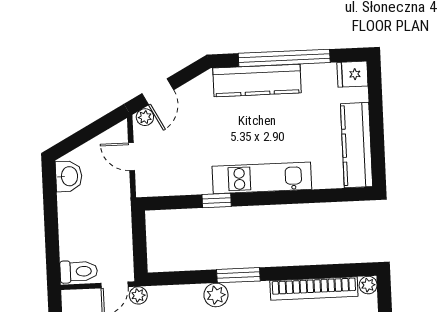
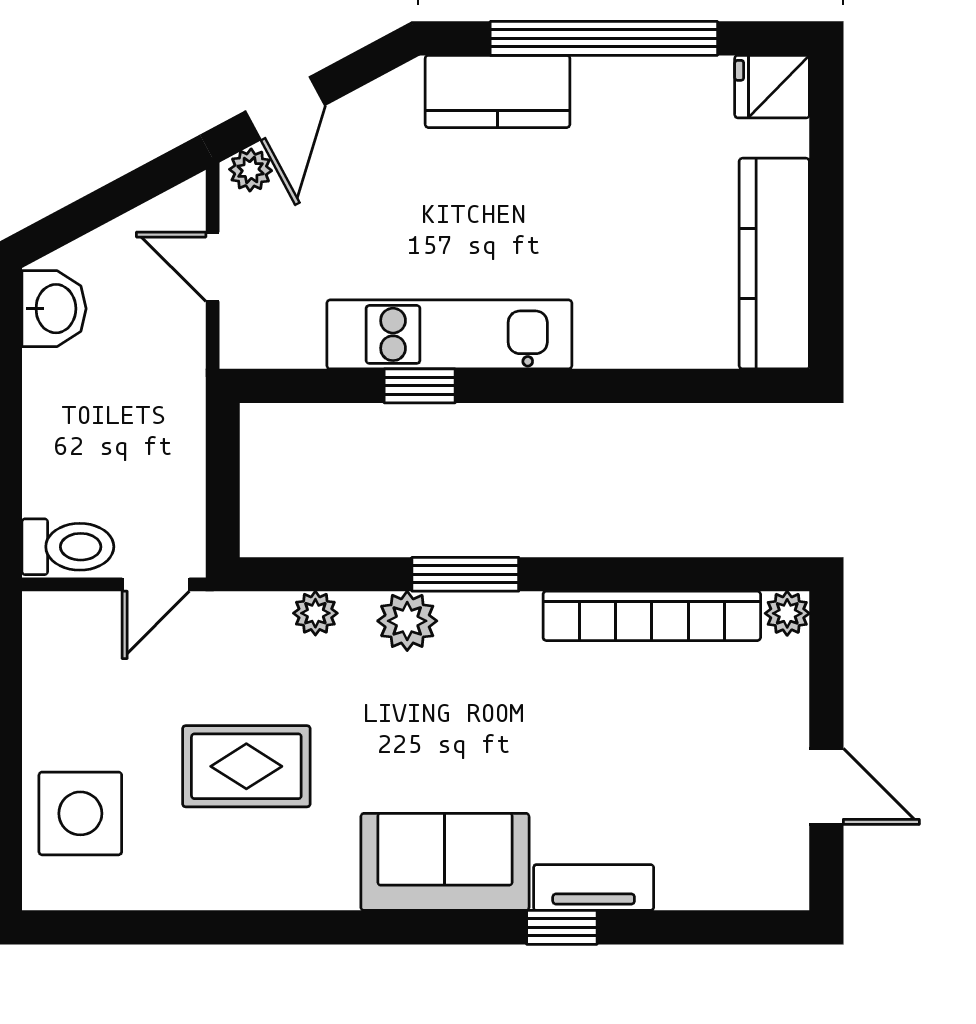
kitchen counter: (257, 80) -> (498, 91), width x0.67
kitchen unit: (262, 178) -> (449, 334), moved
plant: (138, 295) -> (315, 613), moved

